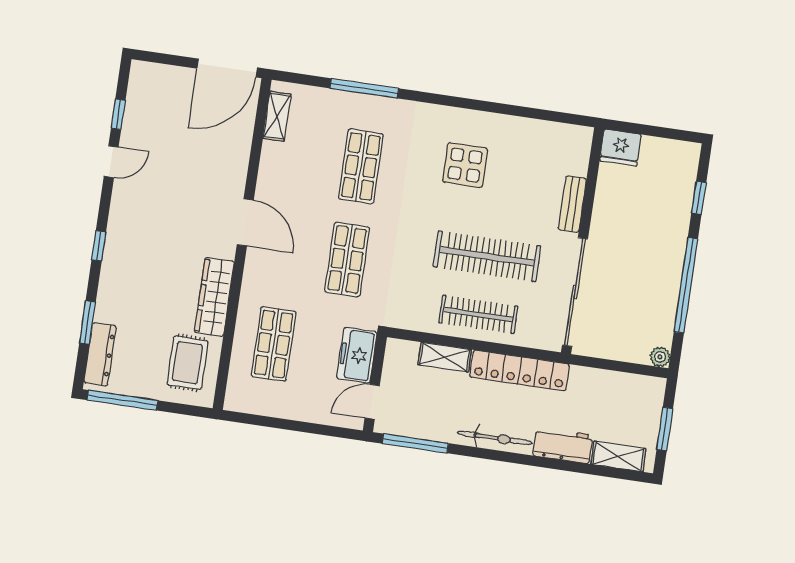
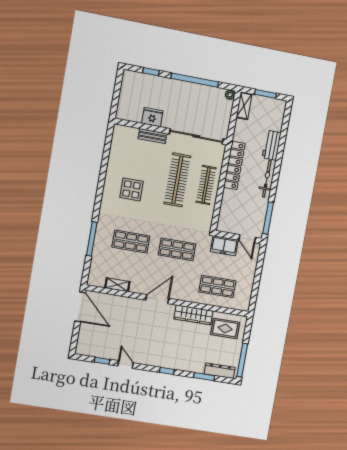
shelving: (277, 116) -> (117, 285), moved
fridge: (620, 148) -> (152, 117), moved, turned -90
shelving: (445, 357) -> (227, 202), removed
shelving: (618, 456) -> (244, 106), moved

